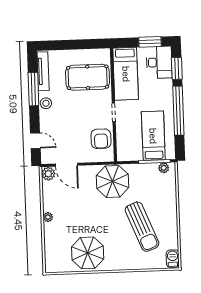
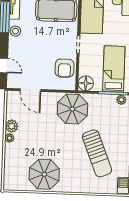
floor lamp: (125, 153) -> (86, 83), added
plant: (48, 174) -> (12, 126), moved

